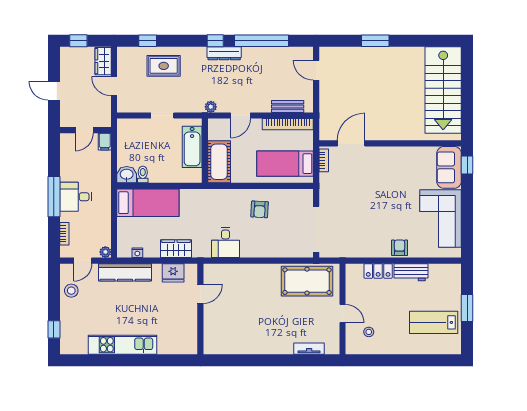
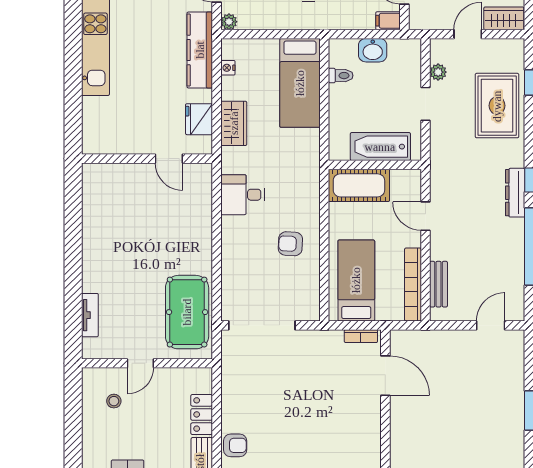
rug: (164, 66) -> (497, 106), width x1.36, depth x1.43
plant: (211, 107) -> (438, 72), moved
washbasin: (127, 175) -> (373, 50), moved, turned 90

